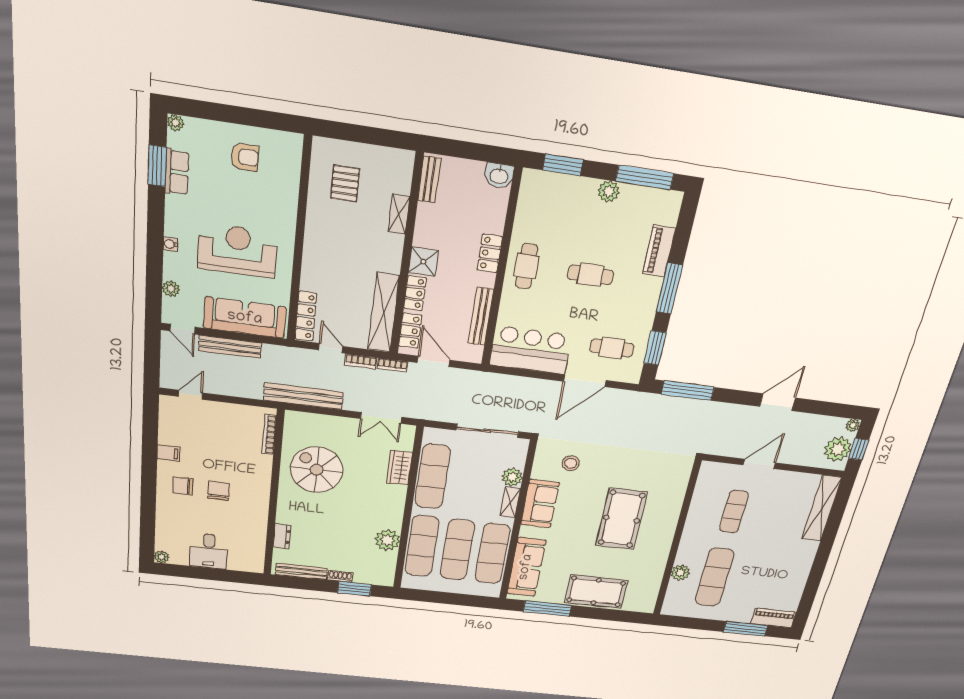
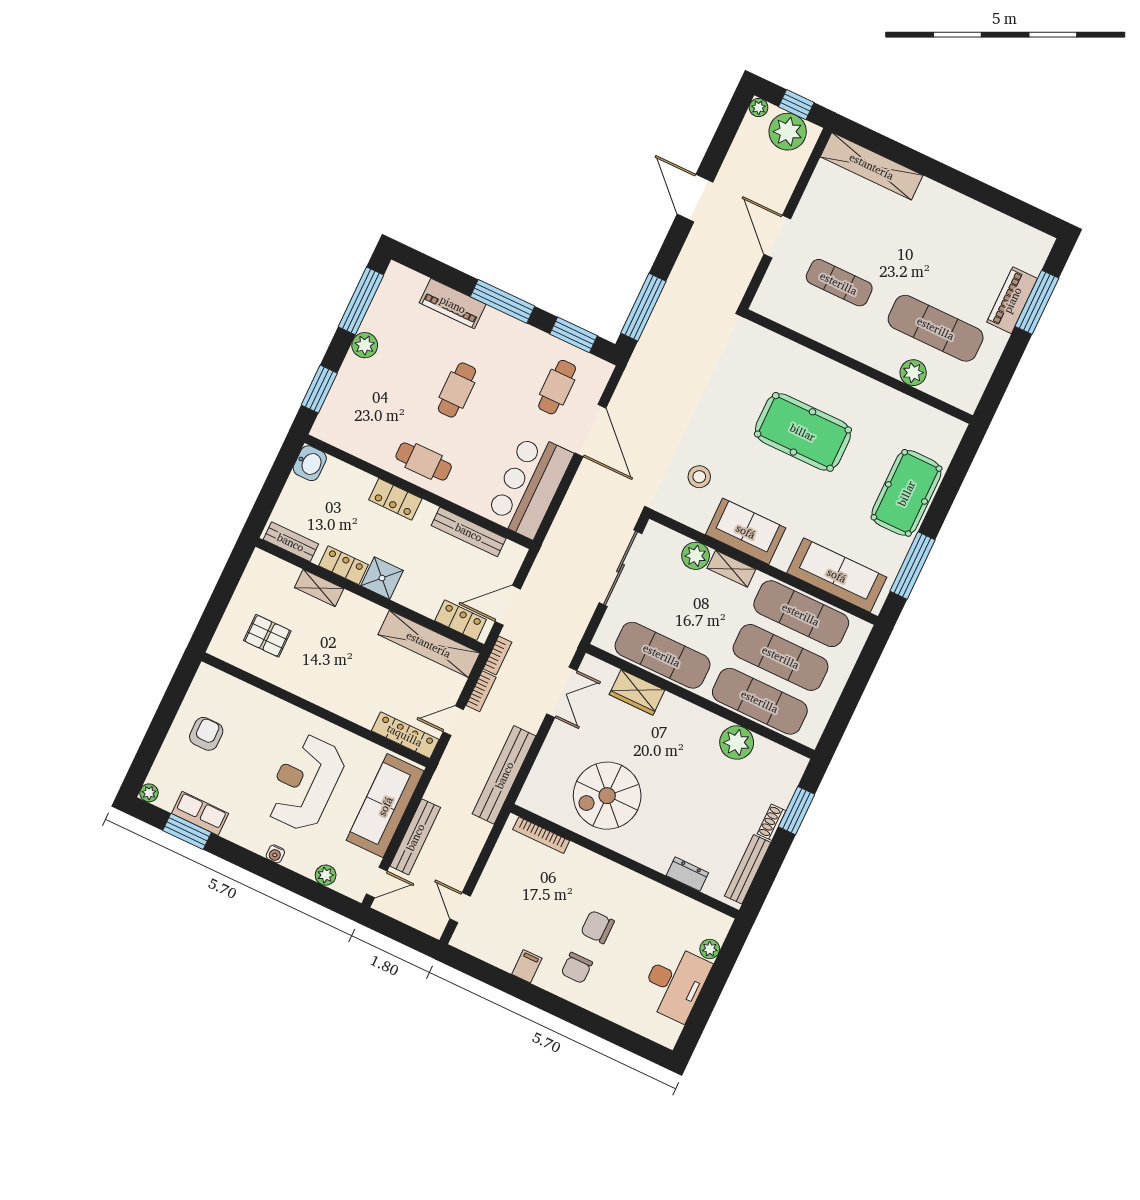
locker: (415, 293) -> (343, 565), moved
desk: (209, 551) -> (675, 983), width x1.37
plant: (162, 557) -> (710, 949), moved
piano: (773, 618) -> (1012, 300), moved

